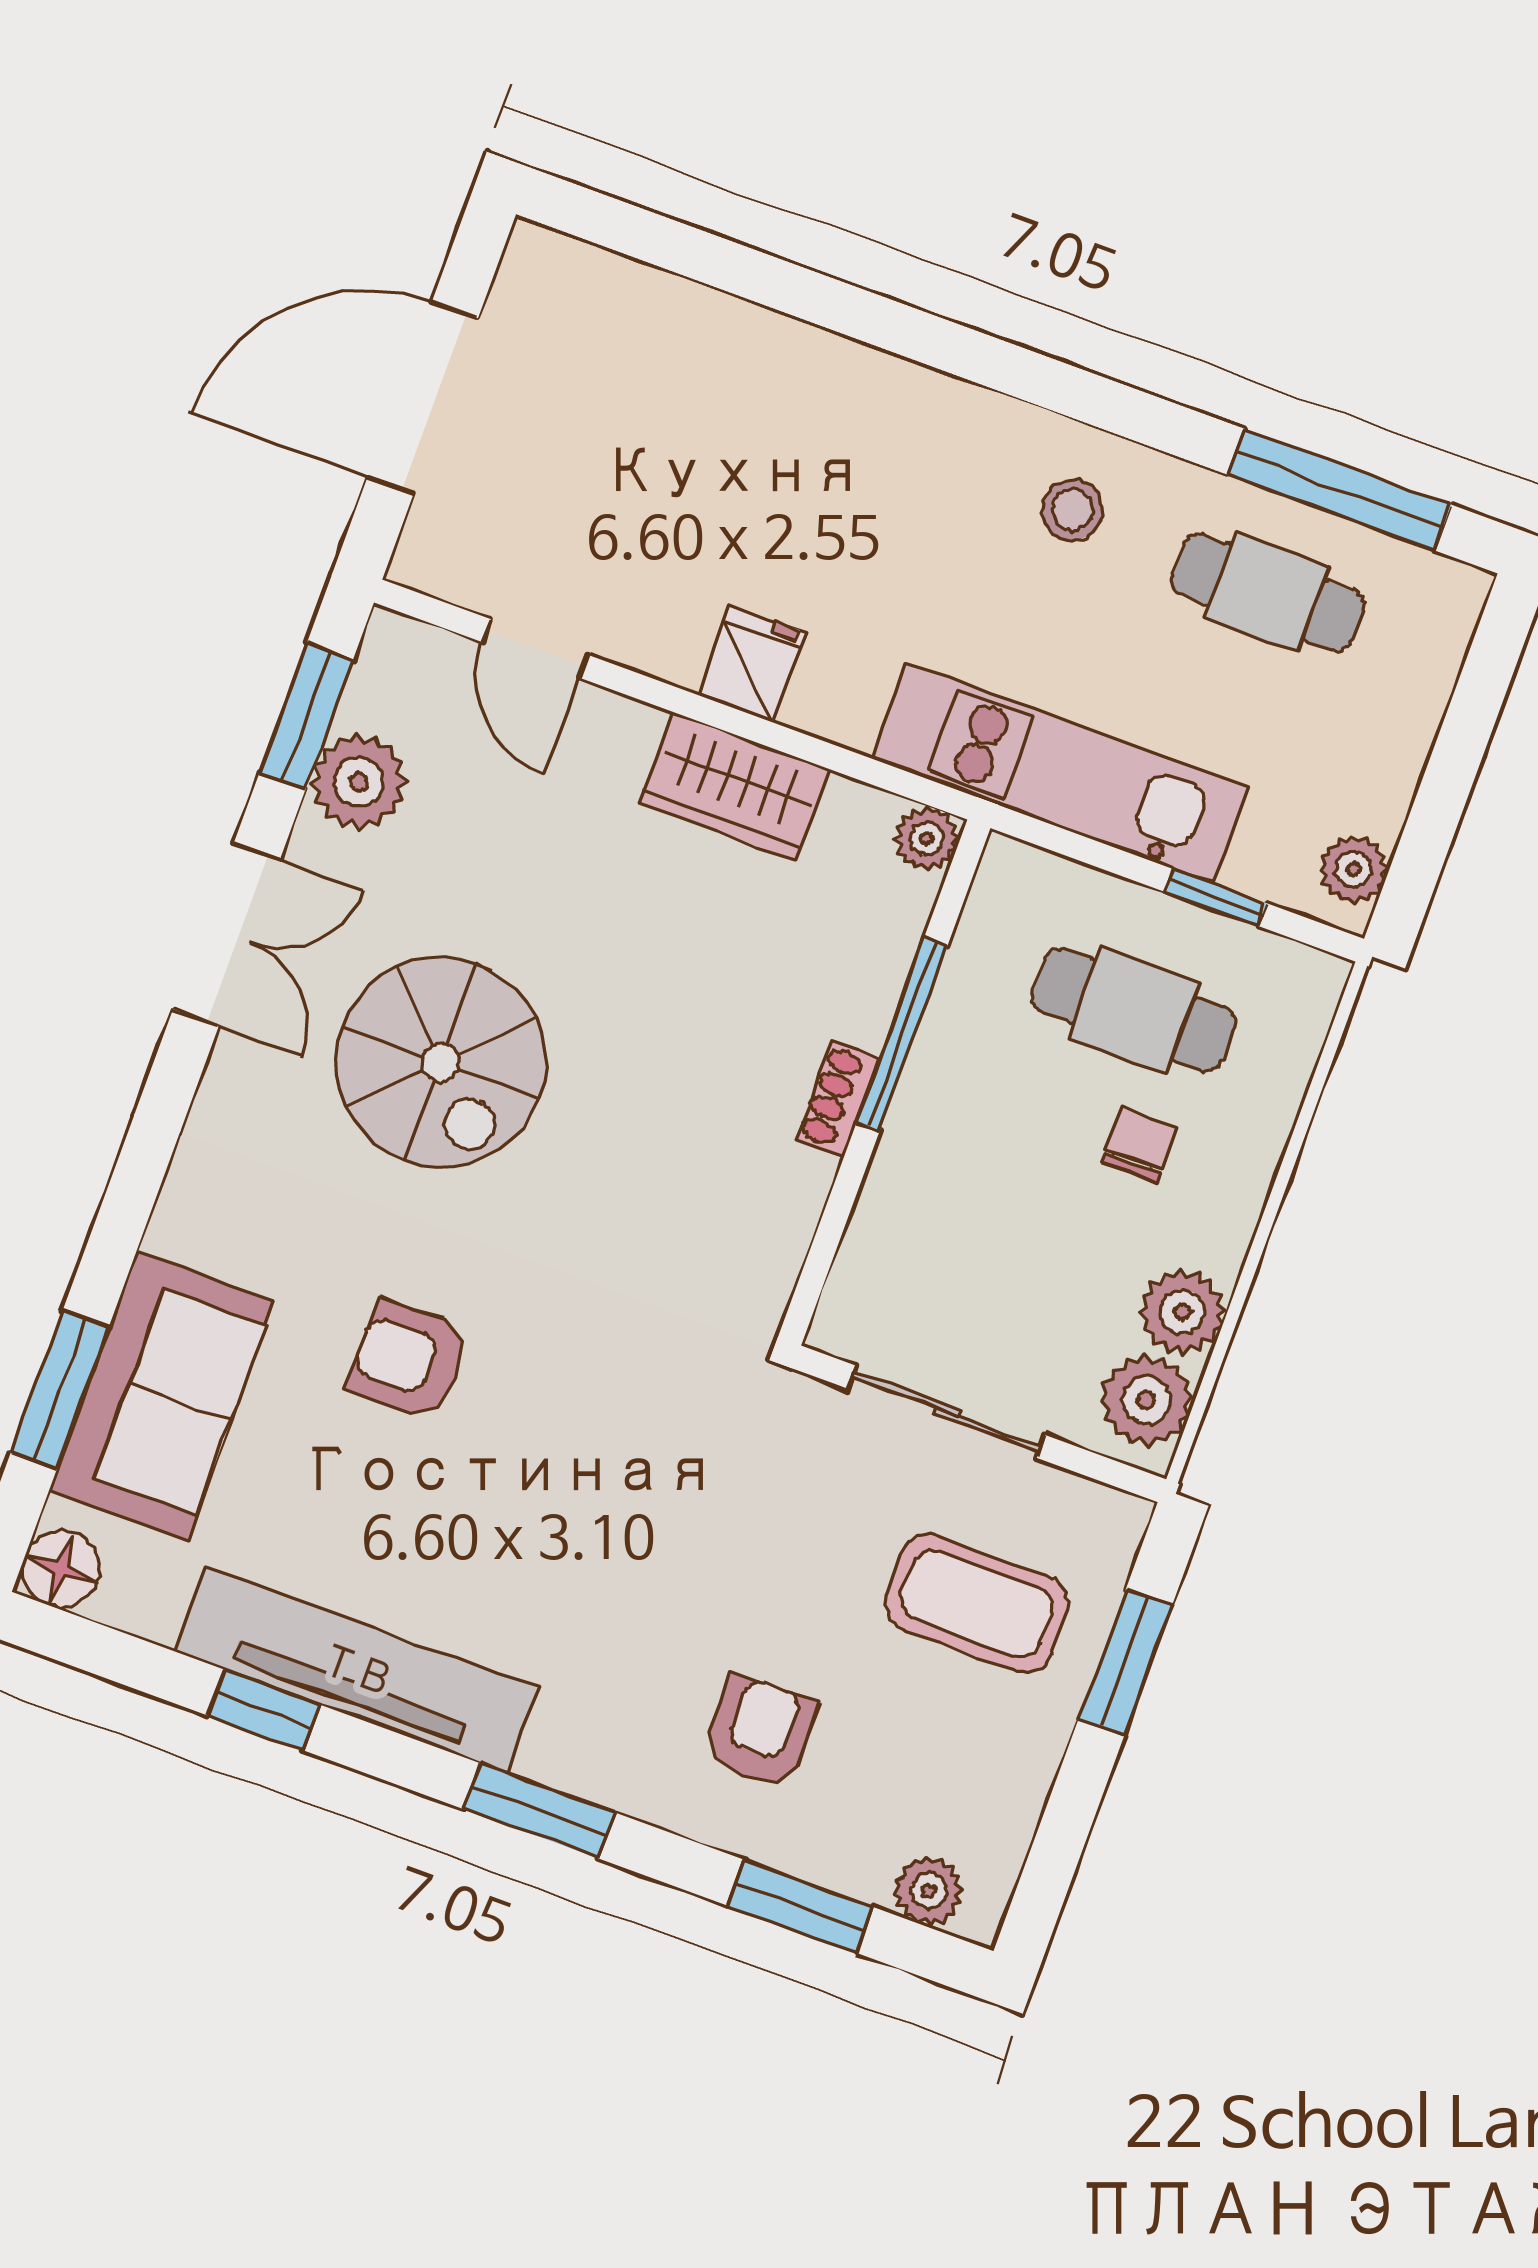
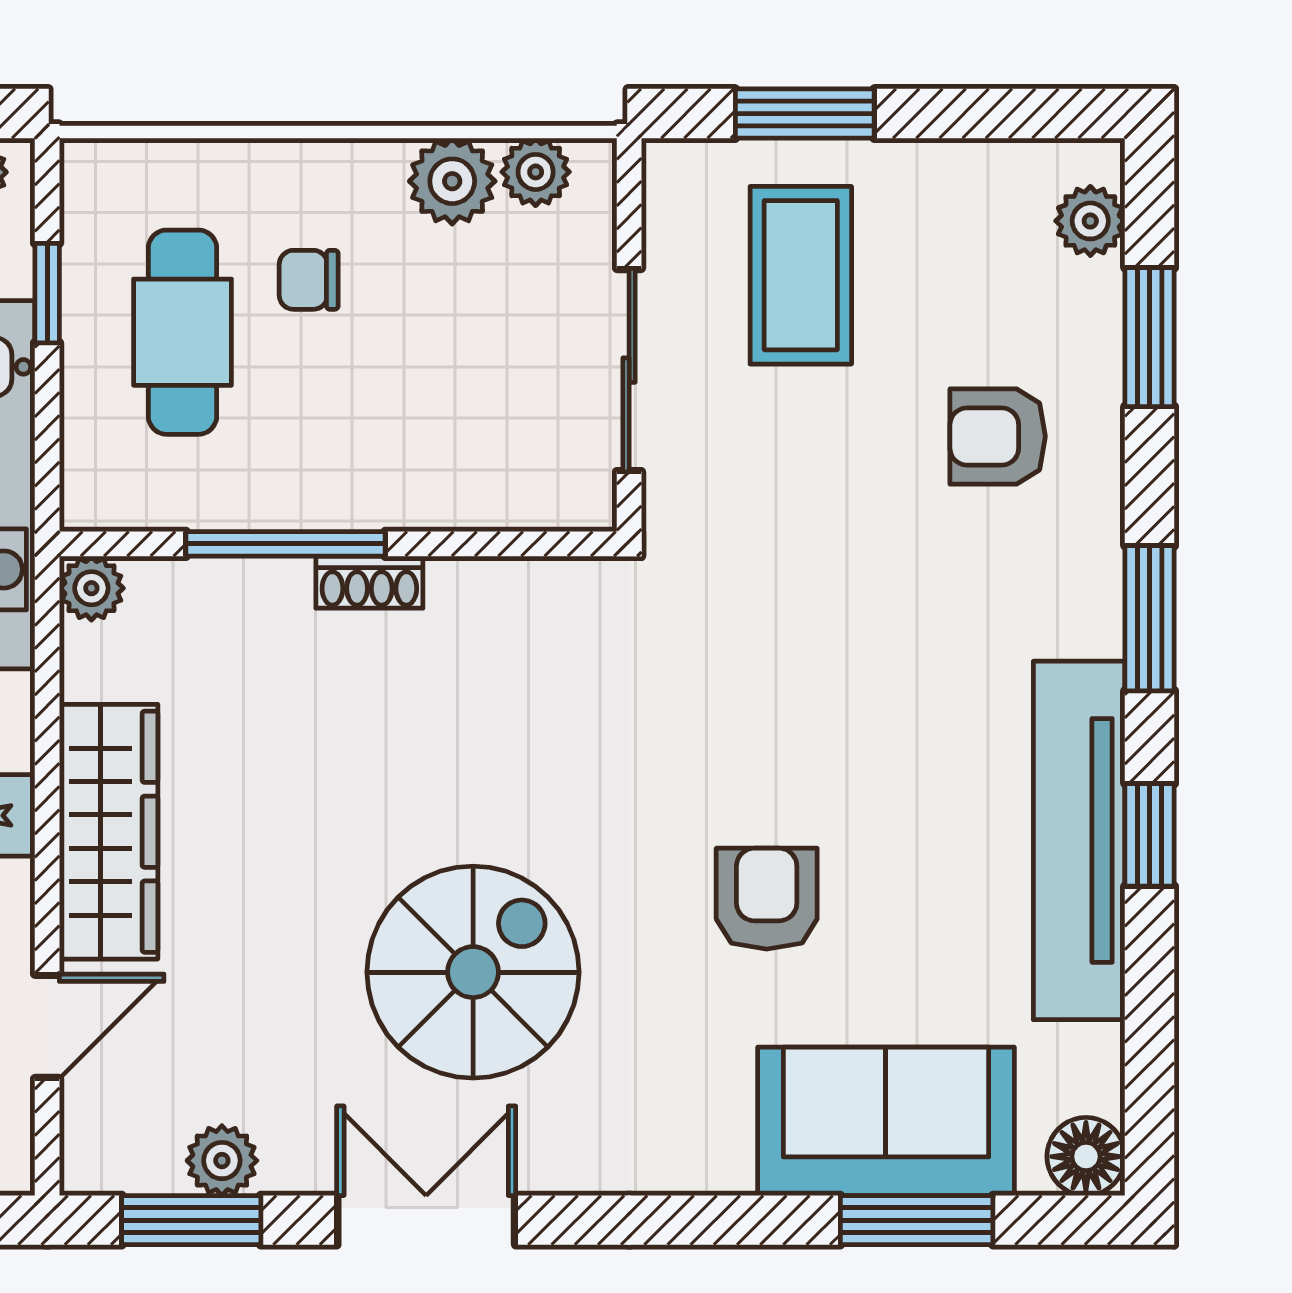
plant: (359, 782) -> (222, 1161), width x0.73, depth x0.73
wardrobe: (734, 786) -> (109, 832), width x1.50
armchair: (409, 1360) -> (767, 899), turned 180
plant: (1146, 1400) -> (536, 172), width x0.73, depth x0.73
window: (264, 1710) -> (1150, 835), moved

